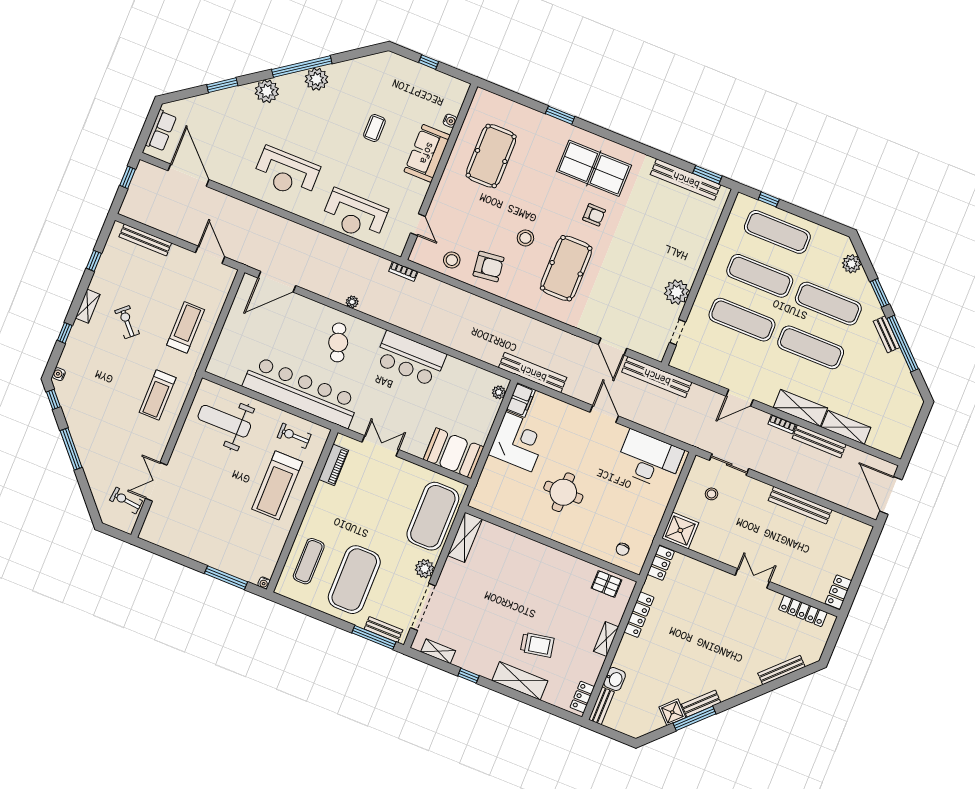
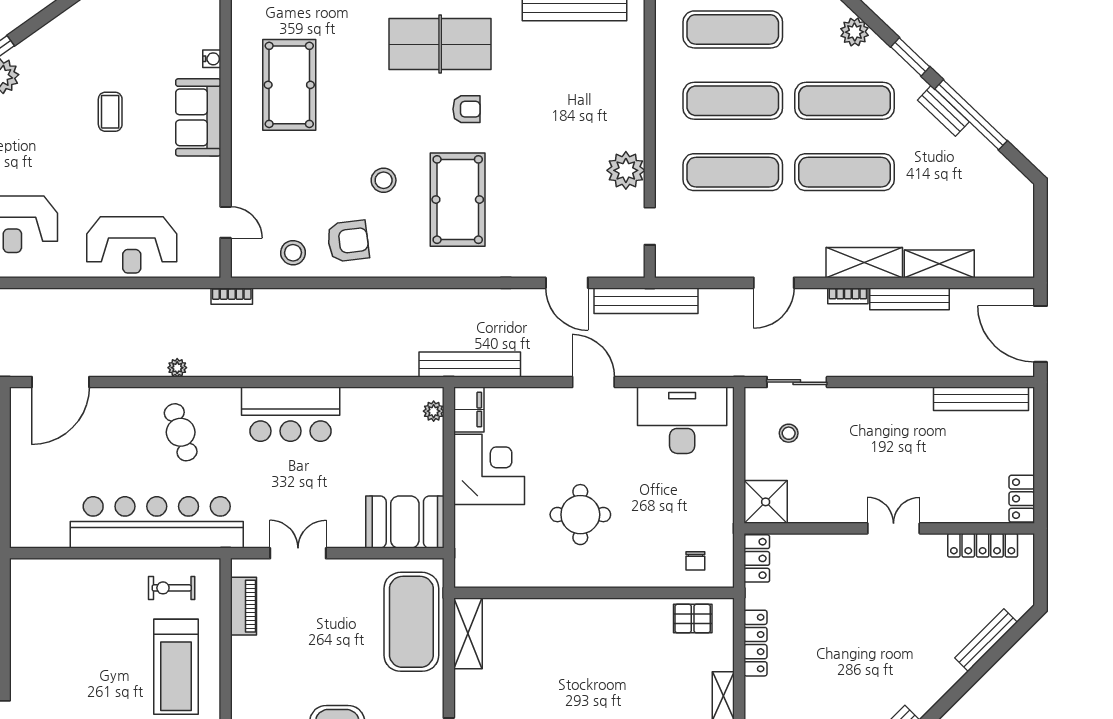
weight bench: (224, 421) -> (66, 607), removed
bench: (800, 505) -> (981, 399), moved
plant: (425, 569) -> (429, 700), removed

